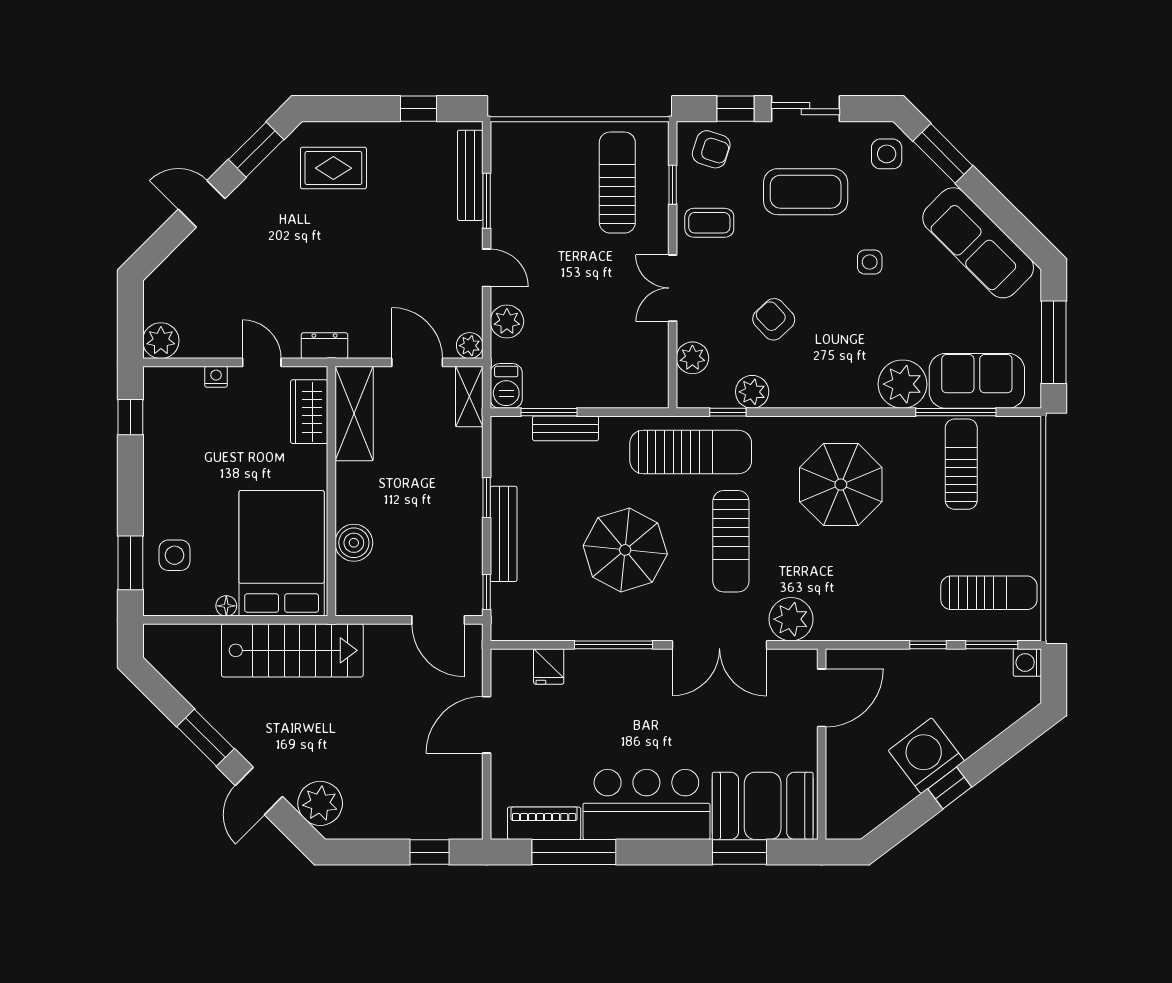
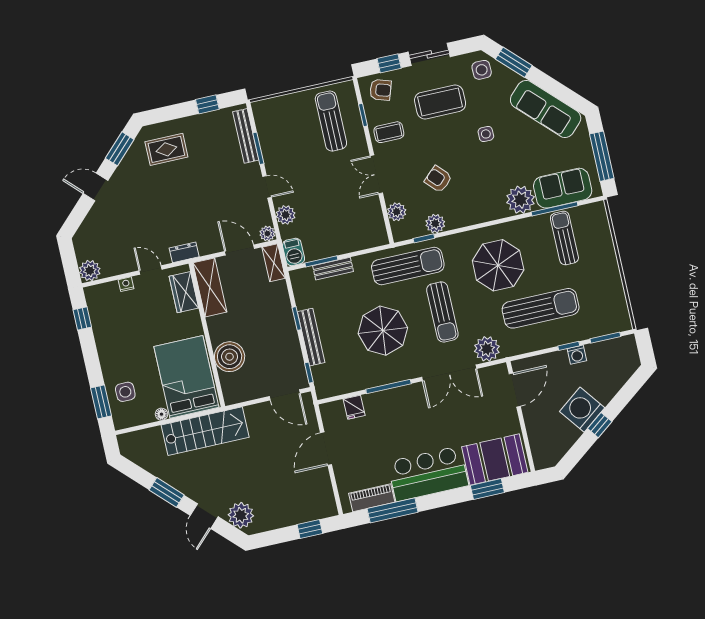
boiler: (354, 543) -> (230, 357), width x1.37, depth x1.37
sun lounger: (989, 593) -> (541, 308), moved, width x1.36, depth x1.34
washing machine: (1027, 662) -> (577, 355), moved, turned -90

